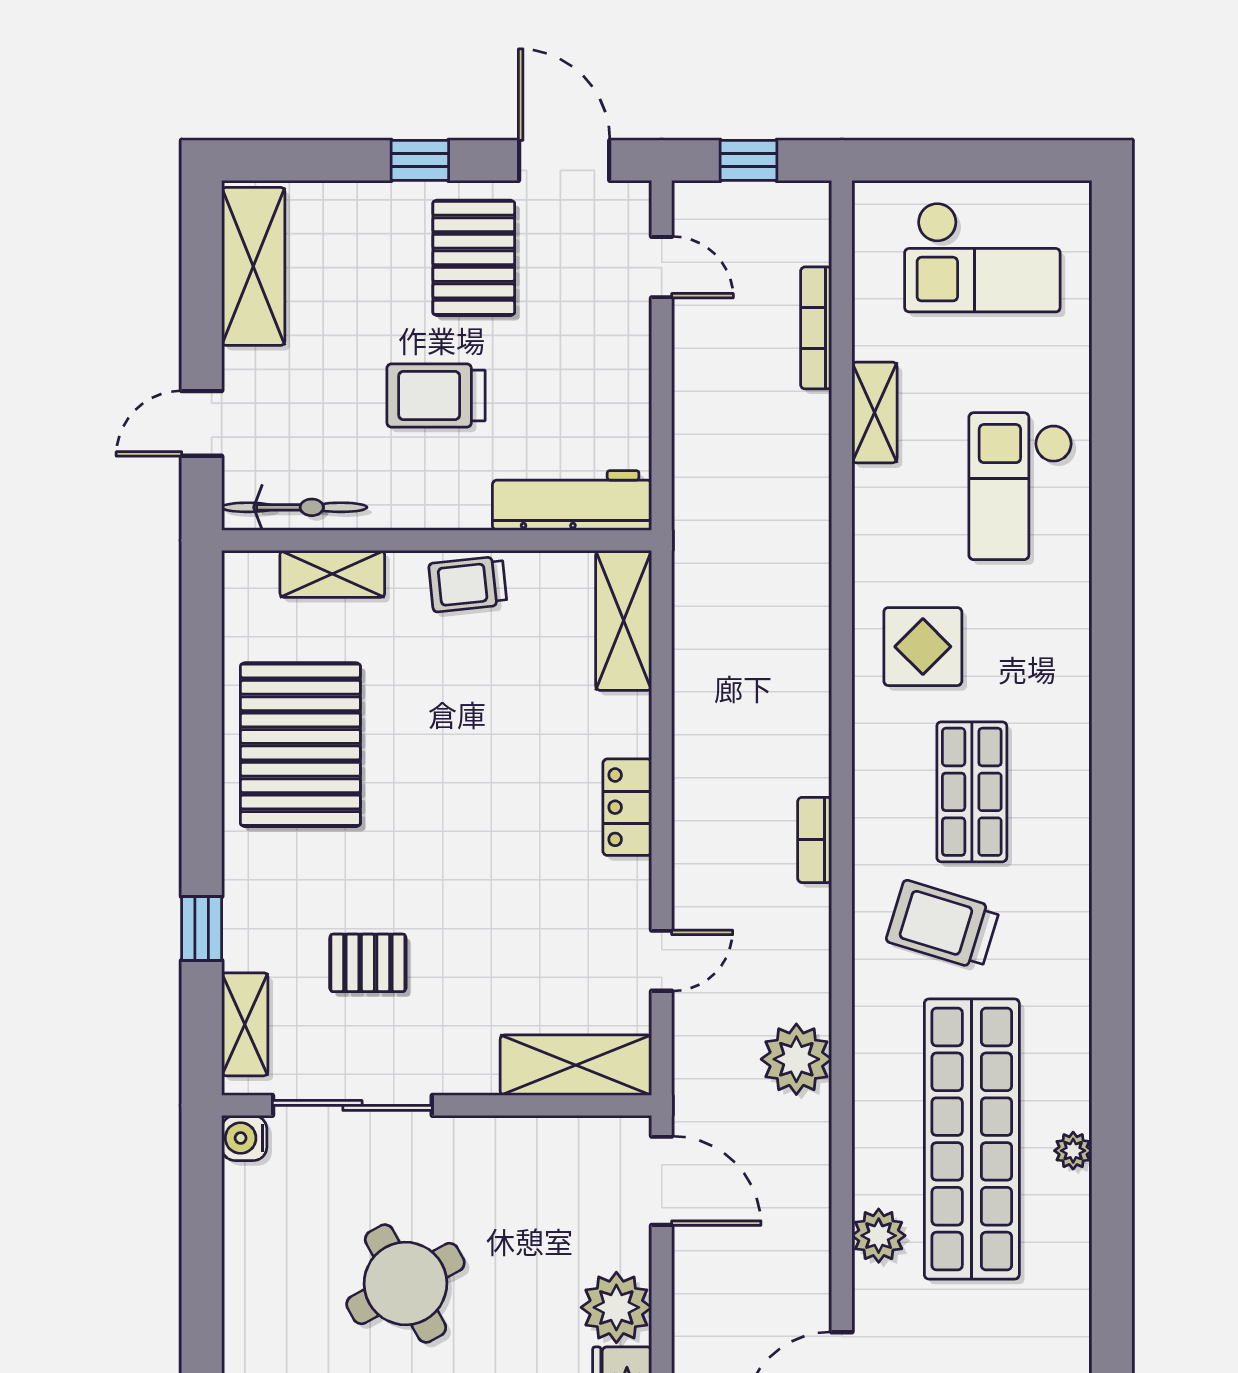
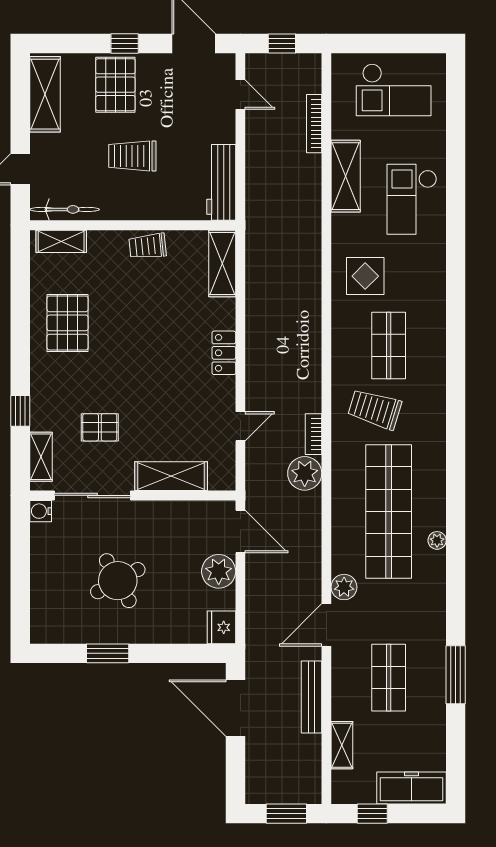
pallet: (474, 258) -> (115, 85), moved
shelving: (874, 412) -> (346, 176), width x1.50, depth x1.33
workbench: (572, 500) -> (221, 182), moved, turned -90
shelving: (332, 574) -> (61, 241), moved
pallet: (300, 745) -> (68, 323), width x0.73, depth x0.71
bookcase: (815, 840) -> (313, 434), moved
shelving: (576, 1065) -> (171, 476), moved
plant: (1073, 1151) -> (437, 540), moved
plant: (879, 1236) -> (344, 587), moved
plant: (616, 1307) -> (219, 571), moved

